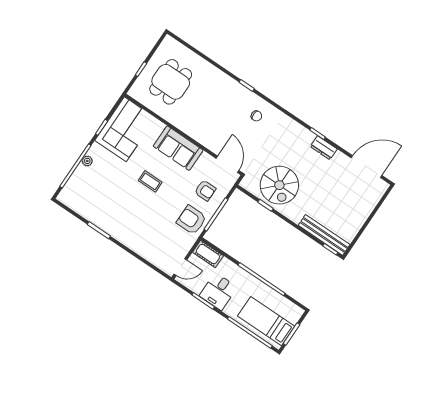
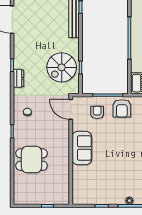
dining table: (171, 82) -> (32, 160), moved
corner sofa: (125, 129) -> (93, 190), removed
dresser: (324, 148) -> (19, 78), moved
door: (228, 164) -> (71, 109), hinge flipped
coffee table: (150, 181) -> (115, 152), removed
spiral stairs: (279, 185) -> (62, 67), turned 180

